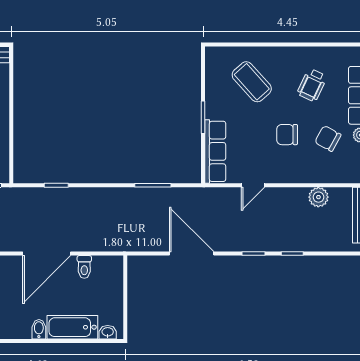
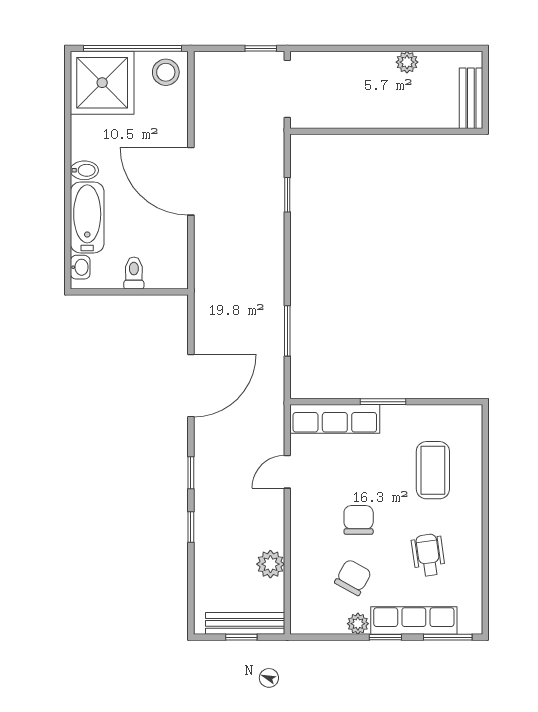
coffee table: (252, 82) -> (433, 470), turned -48
wheelchair: (312, 85) -> (428, 555), turned 57
door: (253, 185) -> (287, 472), hinge flipped
toilet: (84, 267) -> (134, 273), moved, turned 90

